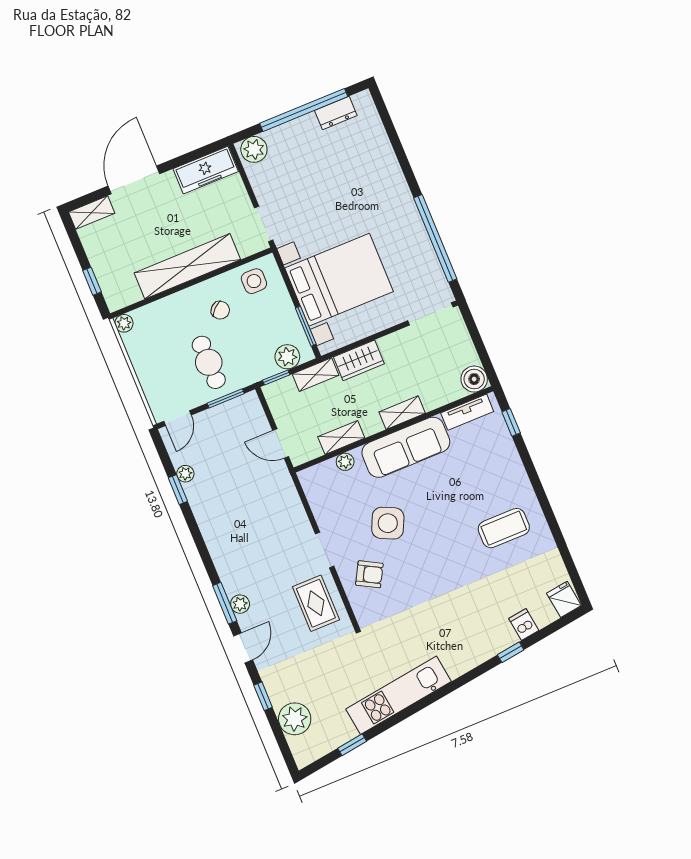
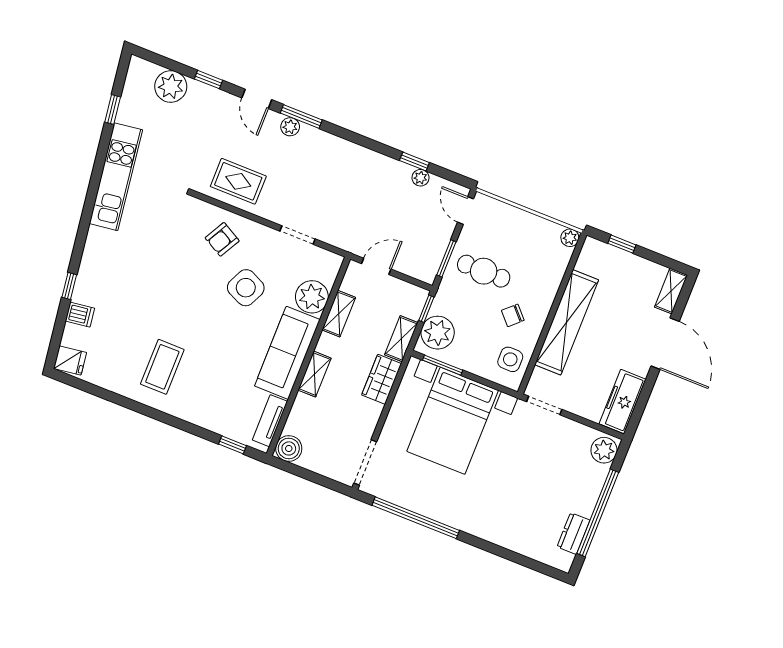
plant: (287, 357) -> (438, 333), width x1.36, depth x1.36
plant: (345, 462) -> (312, 297), width x1.88, depth x1.88
doorway: (325, 550) -> (297, 235), moved

